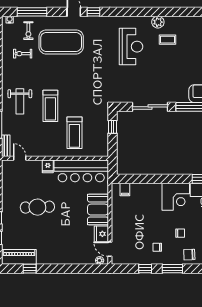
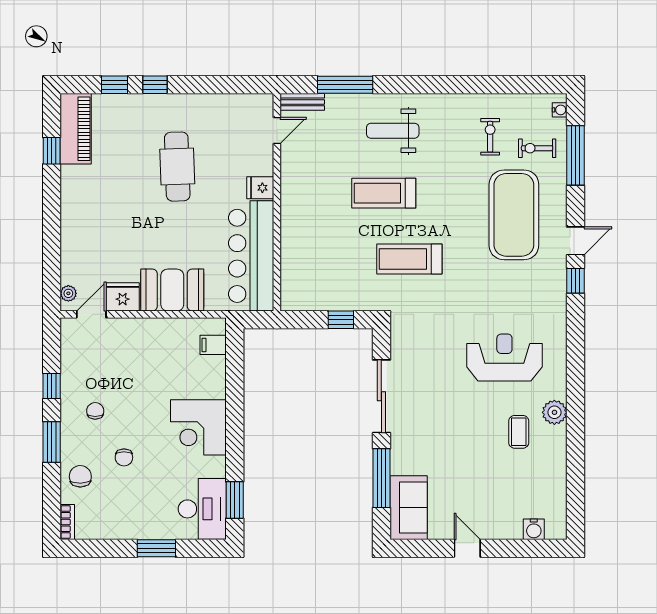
reception desk: (131, 47) -> (504, 357), turned 180
treadmill: (74, 133) -> (409, 259), moved
corner desk: (176, 197) -> (198, 427), moved

